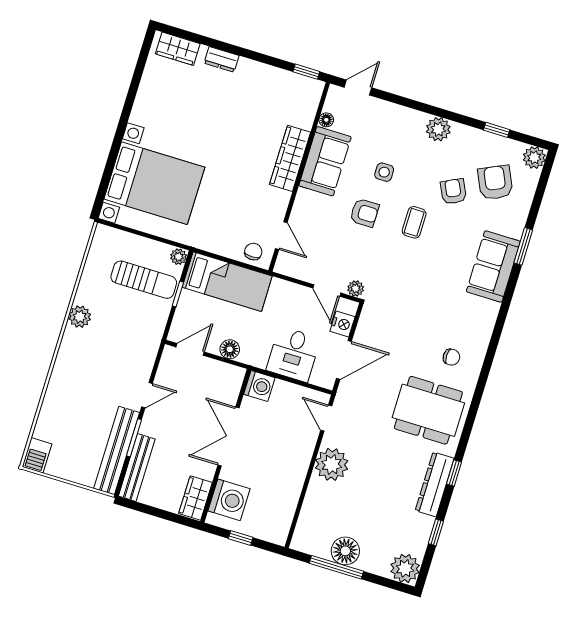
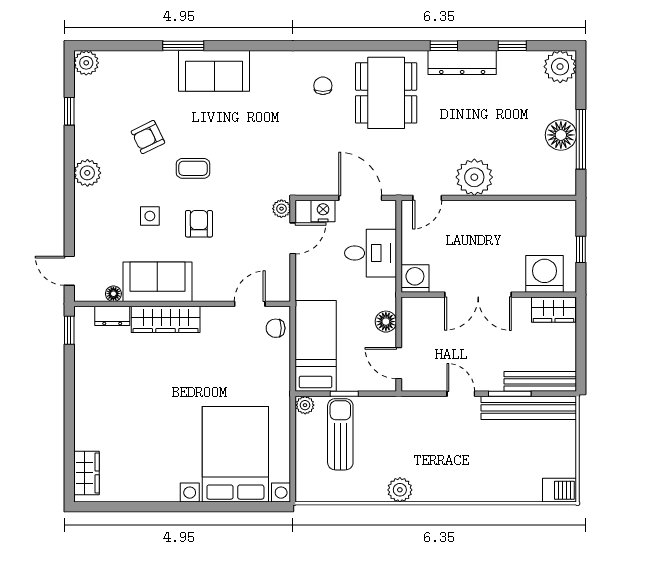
dresser: (221, 59) -> (112, 316), moved, turned 90
armchair: (495, 183) -> (125, 96), removed

